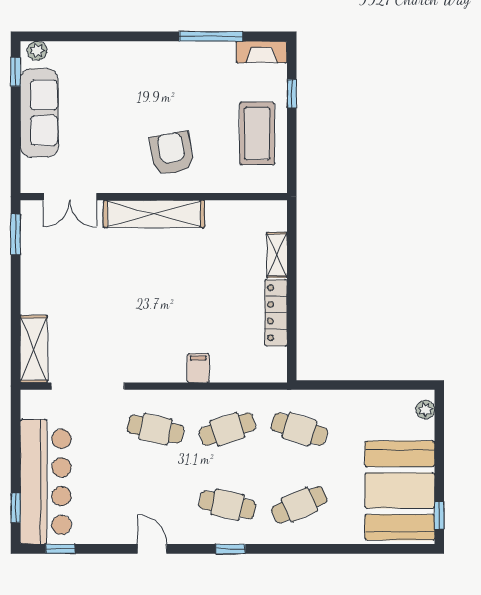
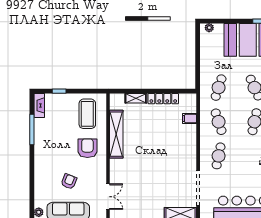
armchair: (102, 114) -> (69, 181), added
coffee table: (257, 134) -> (87, 114), moved, turned 90
armchair: (172, 153) -> (87, 148), turned 100
shelving: (154, 214) -> (116, 134), moved
filing cabinet: (198, 368) -> (190, 119), moved

